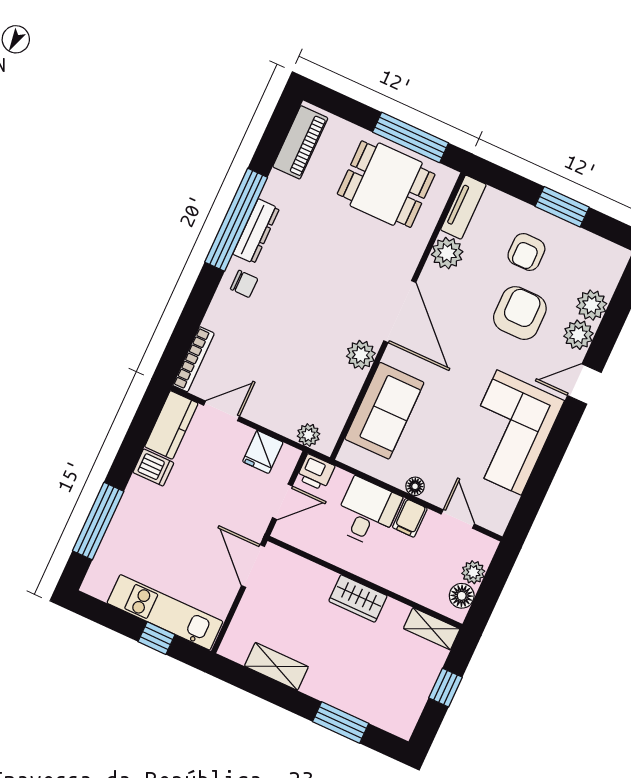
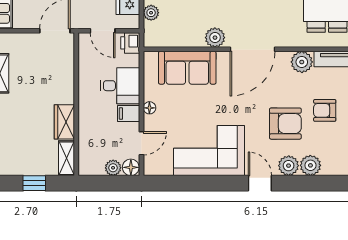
plant: (308, 435) -> (151, 13), moved
floor lamp: (462, 596) -> (131, 167), moved
wardrobe: (358, 598) -> (64, 122), moved

